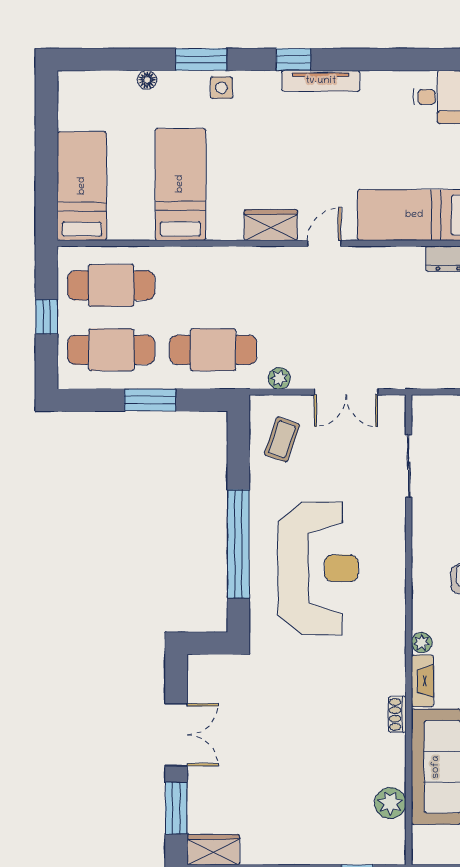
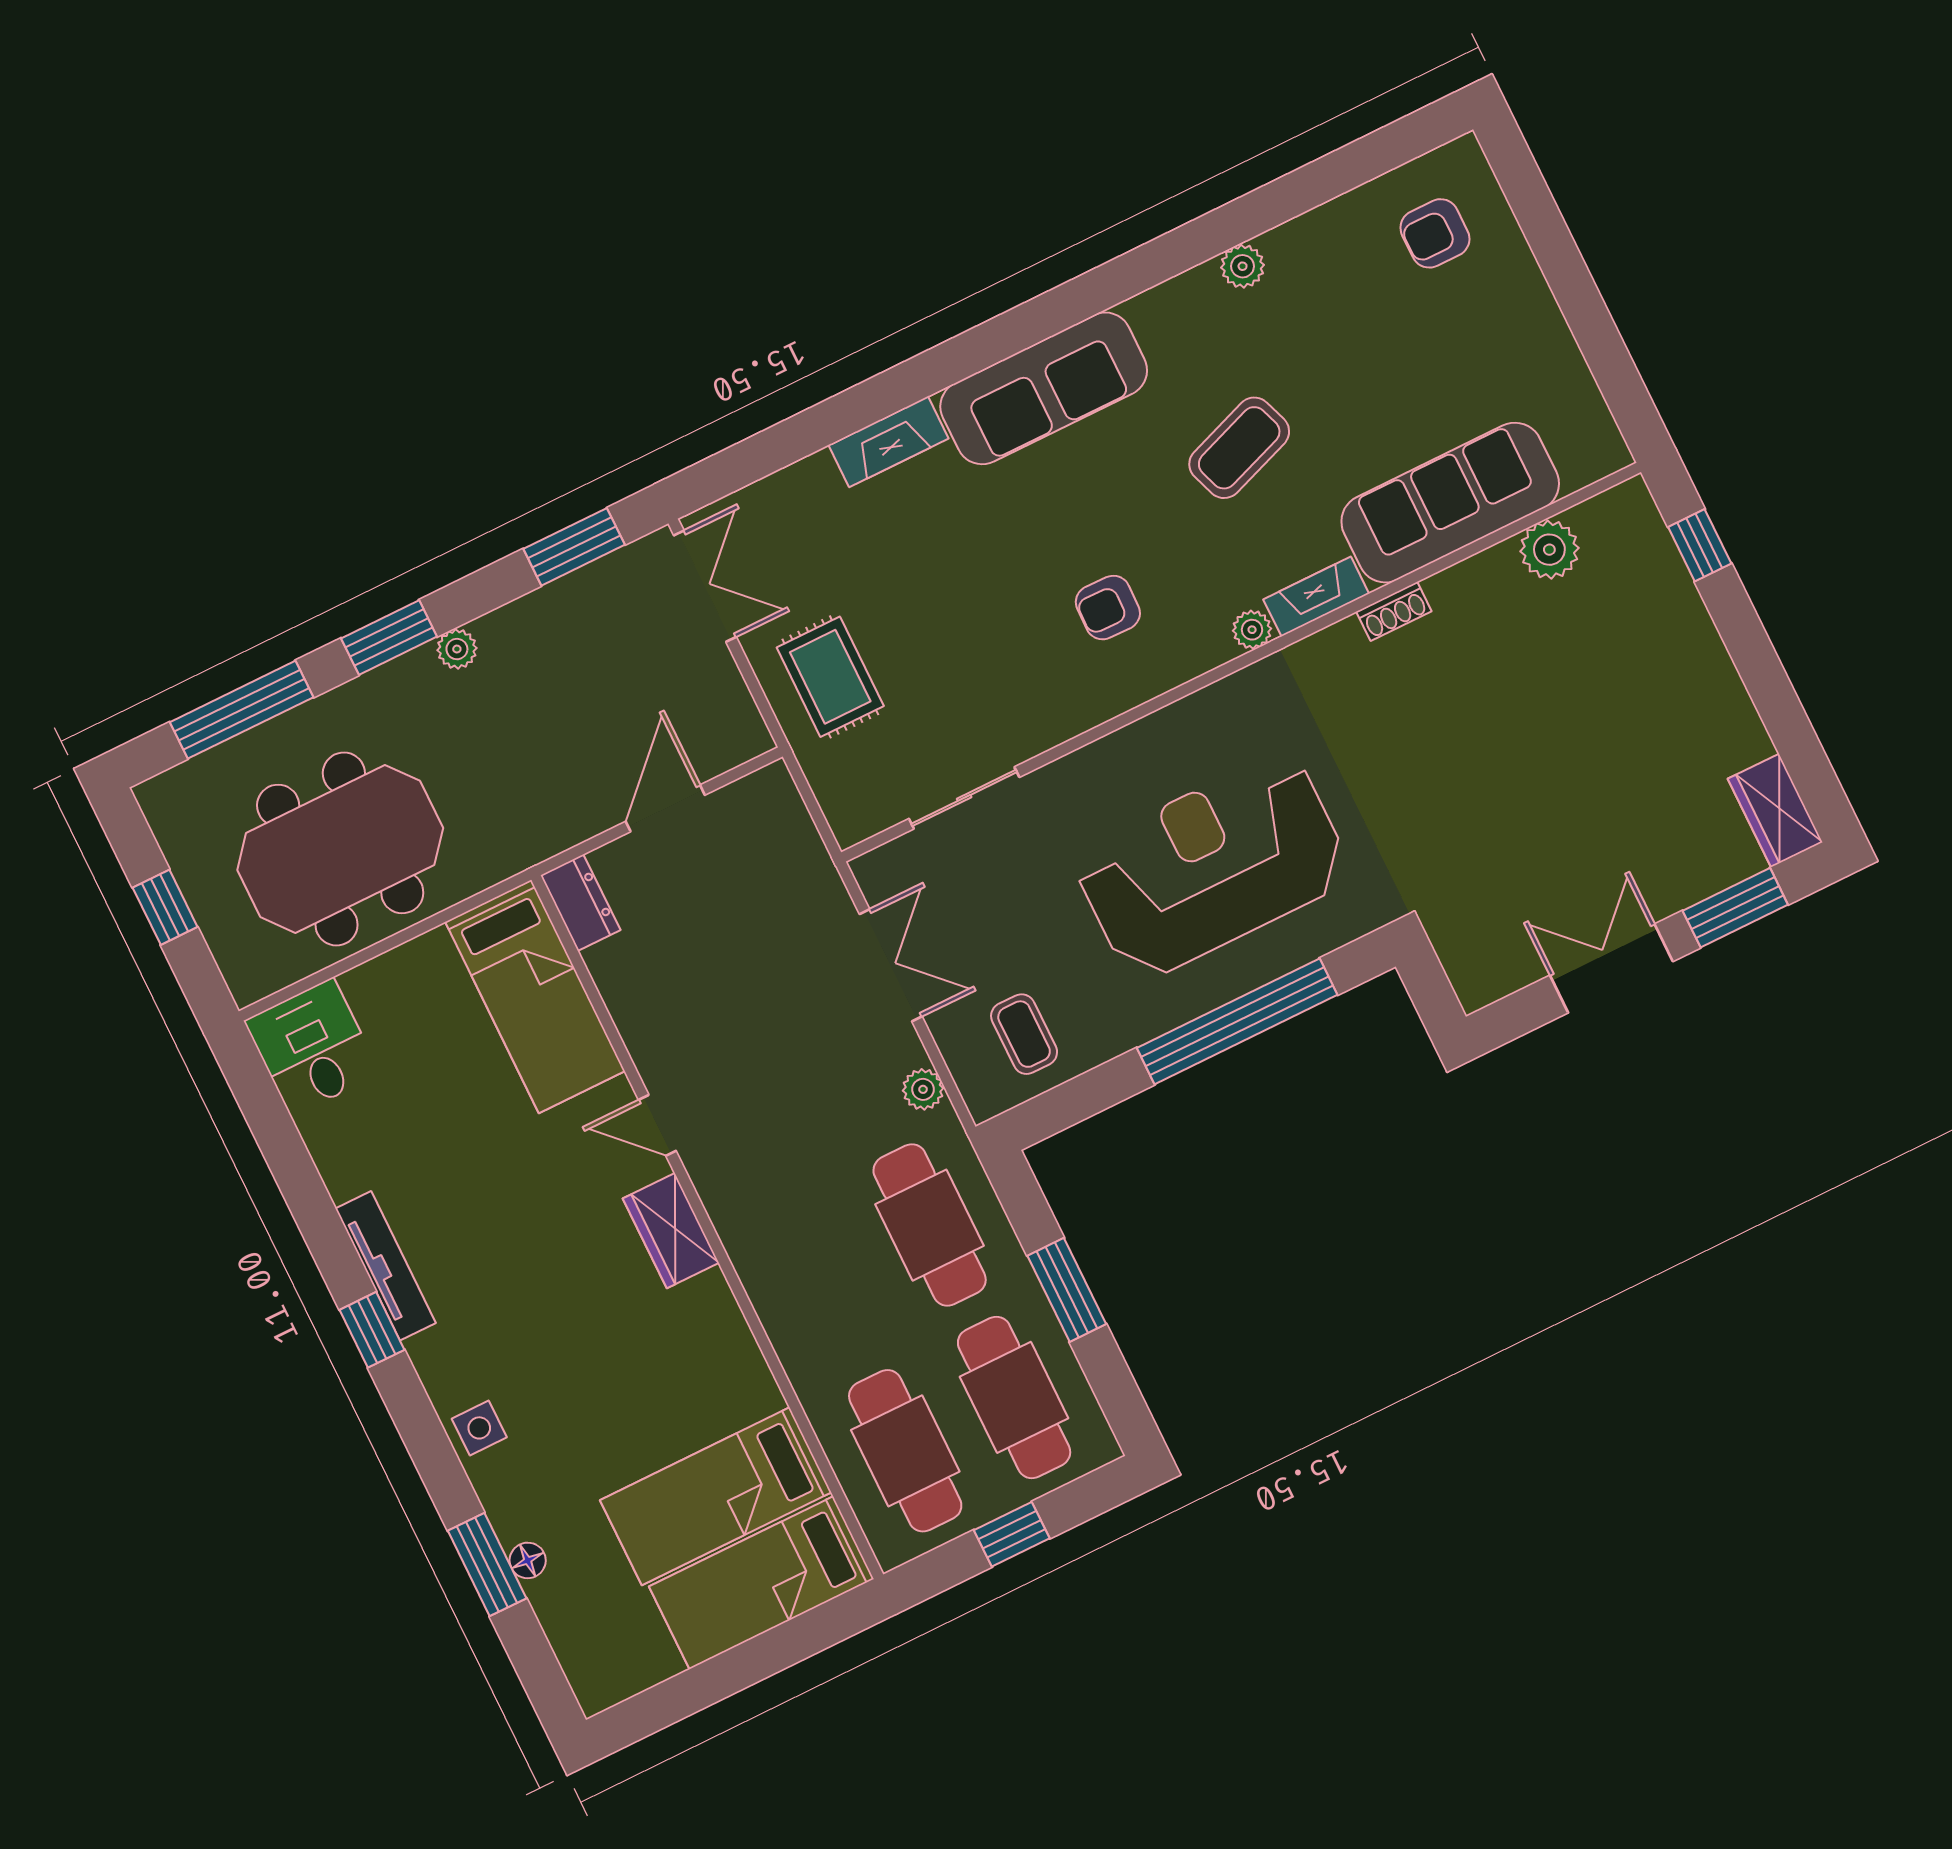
window: (201, 59) -> (487, 1565), moved
bed: (180, 184) -> (716, 1496), moved
coffee table: (282, 439) -> (1024, 1034), turned 71

